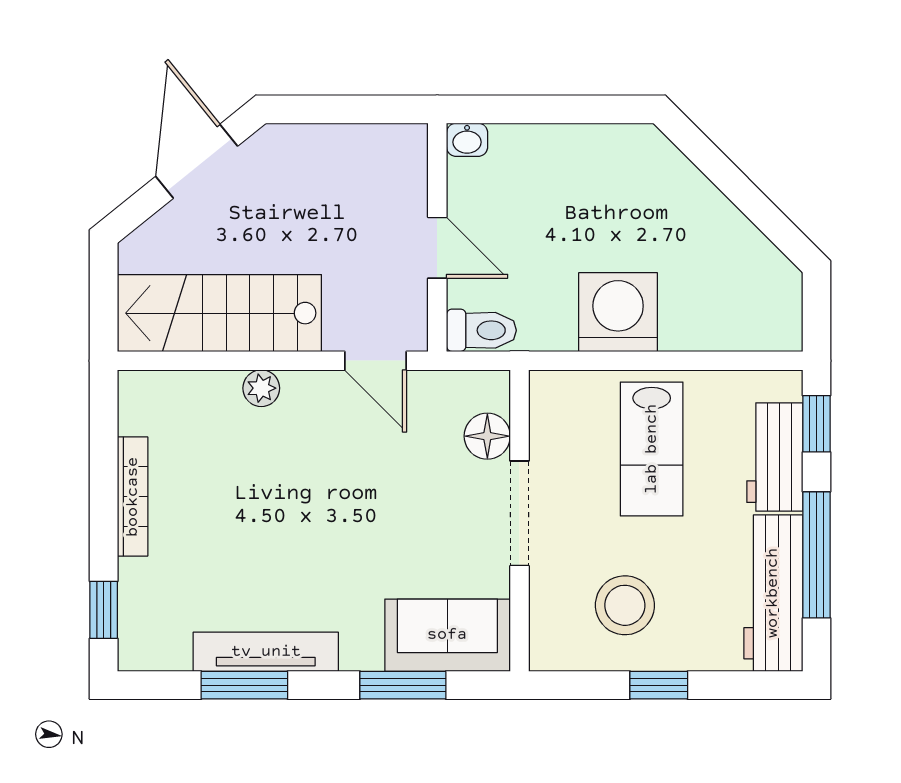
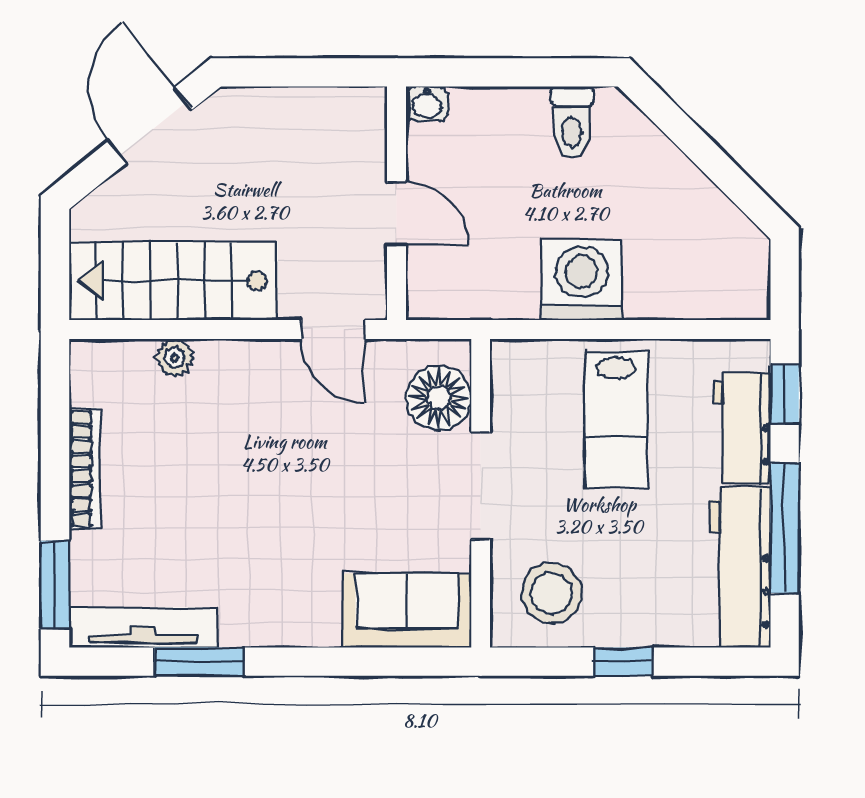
toilet: (481, 330) -> (572, 122), moved, turned 90
plant: (261, 388) -> (175, 358), moved
floor lamp: (487, 436) -> (439, 398), width x1.38, depth x1.38
stool: (625, 605) -> (551, 593), moved
window: (104, 610) -> (55, 585), width x1.50
tv unit: (266, 652) -> (143, 628), moved
window: (403, 685) -> (361, 662), removed

